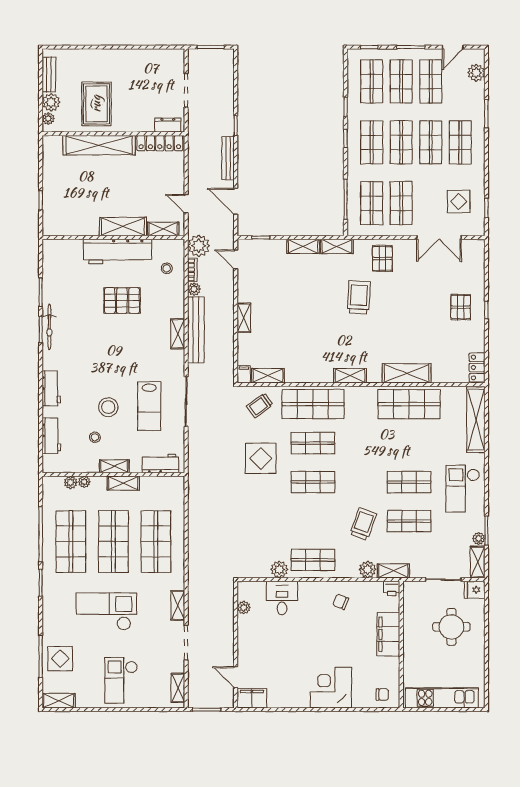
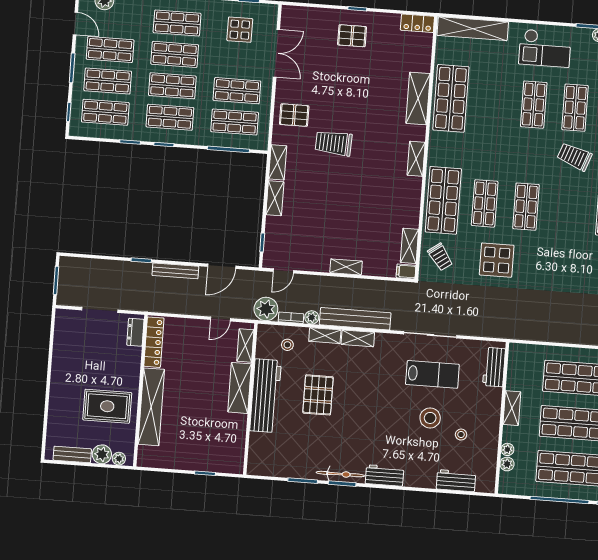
workbench: (51, 388) -> (385, 475), moved
shelving: (114, 466) -> (325, 336), moved, turned 90

